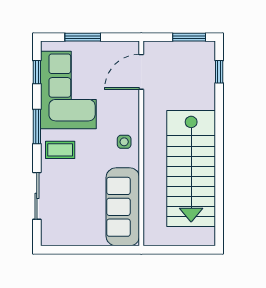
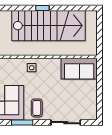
window: (219, 159) -> (42, 8), added
sofa: (123, 207) -> (79, 69), width x0.73

